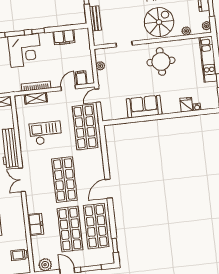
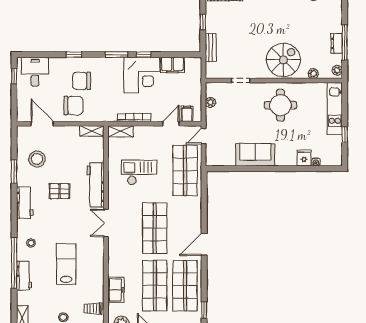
corner desk: (25, 50) -> (142, 75), moved
shelving: (36, 98) -> (121, 131), moved
freezer: (36, 224) -> (116, 290), moved

